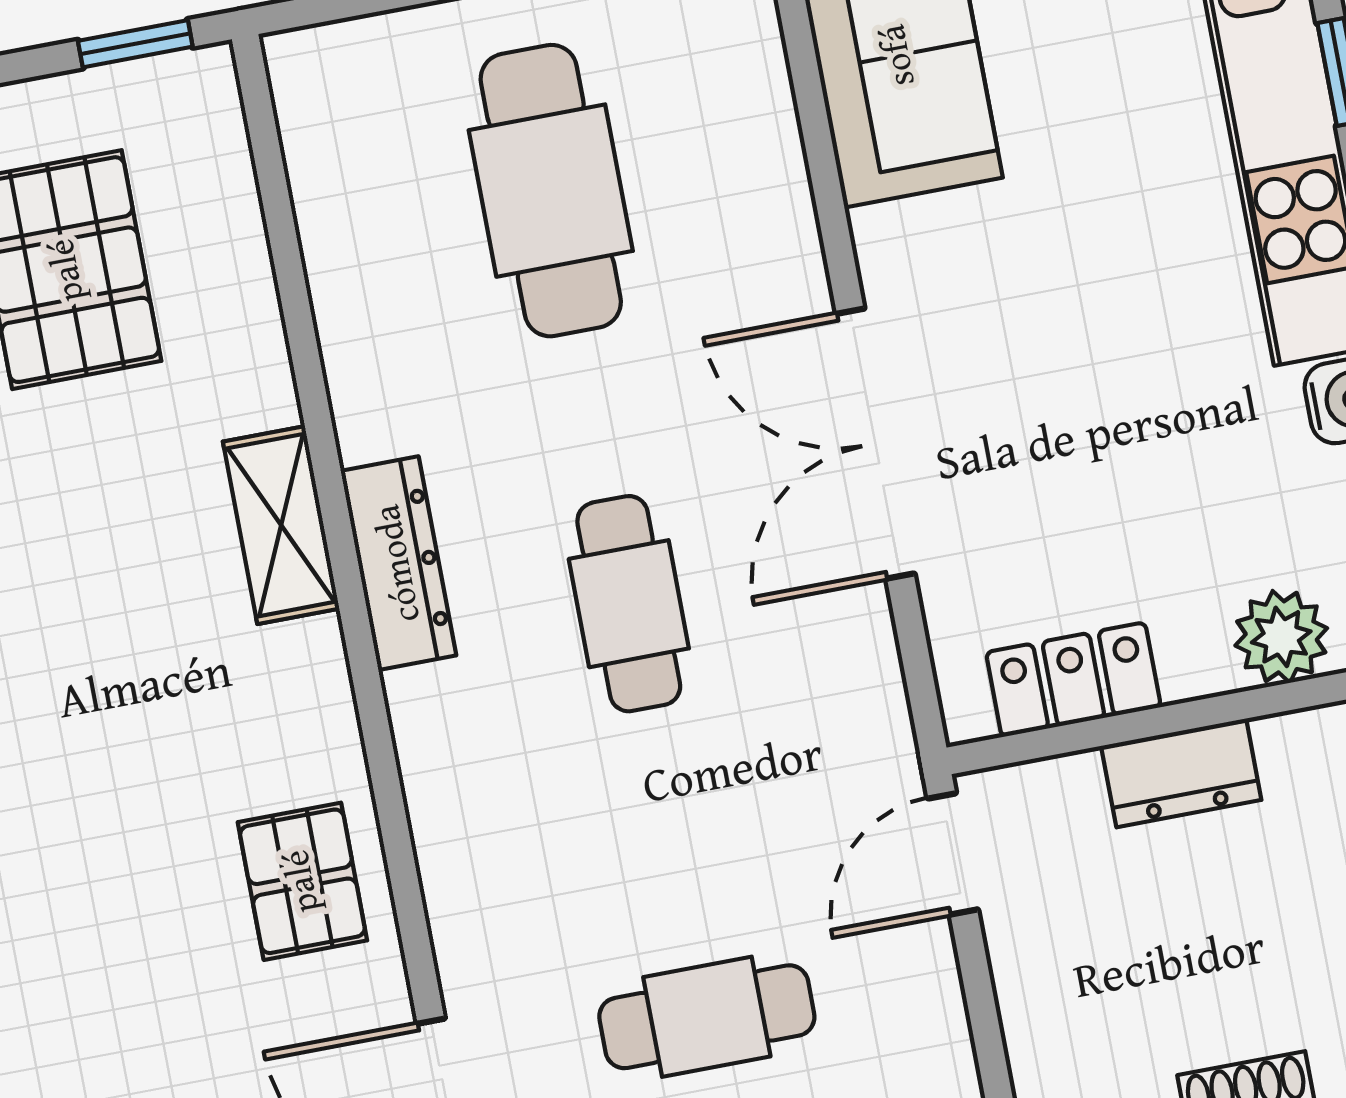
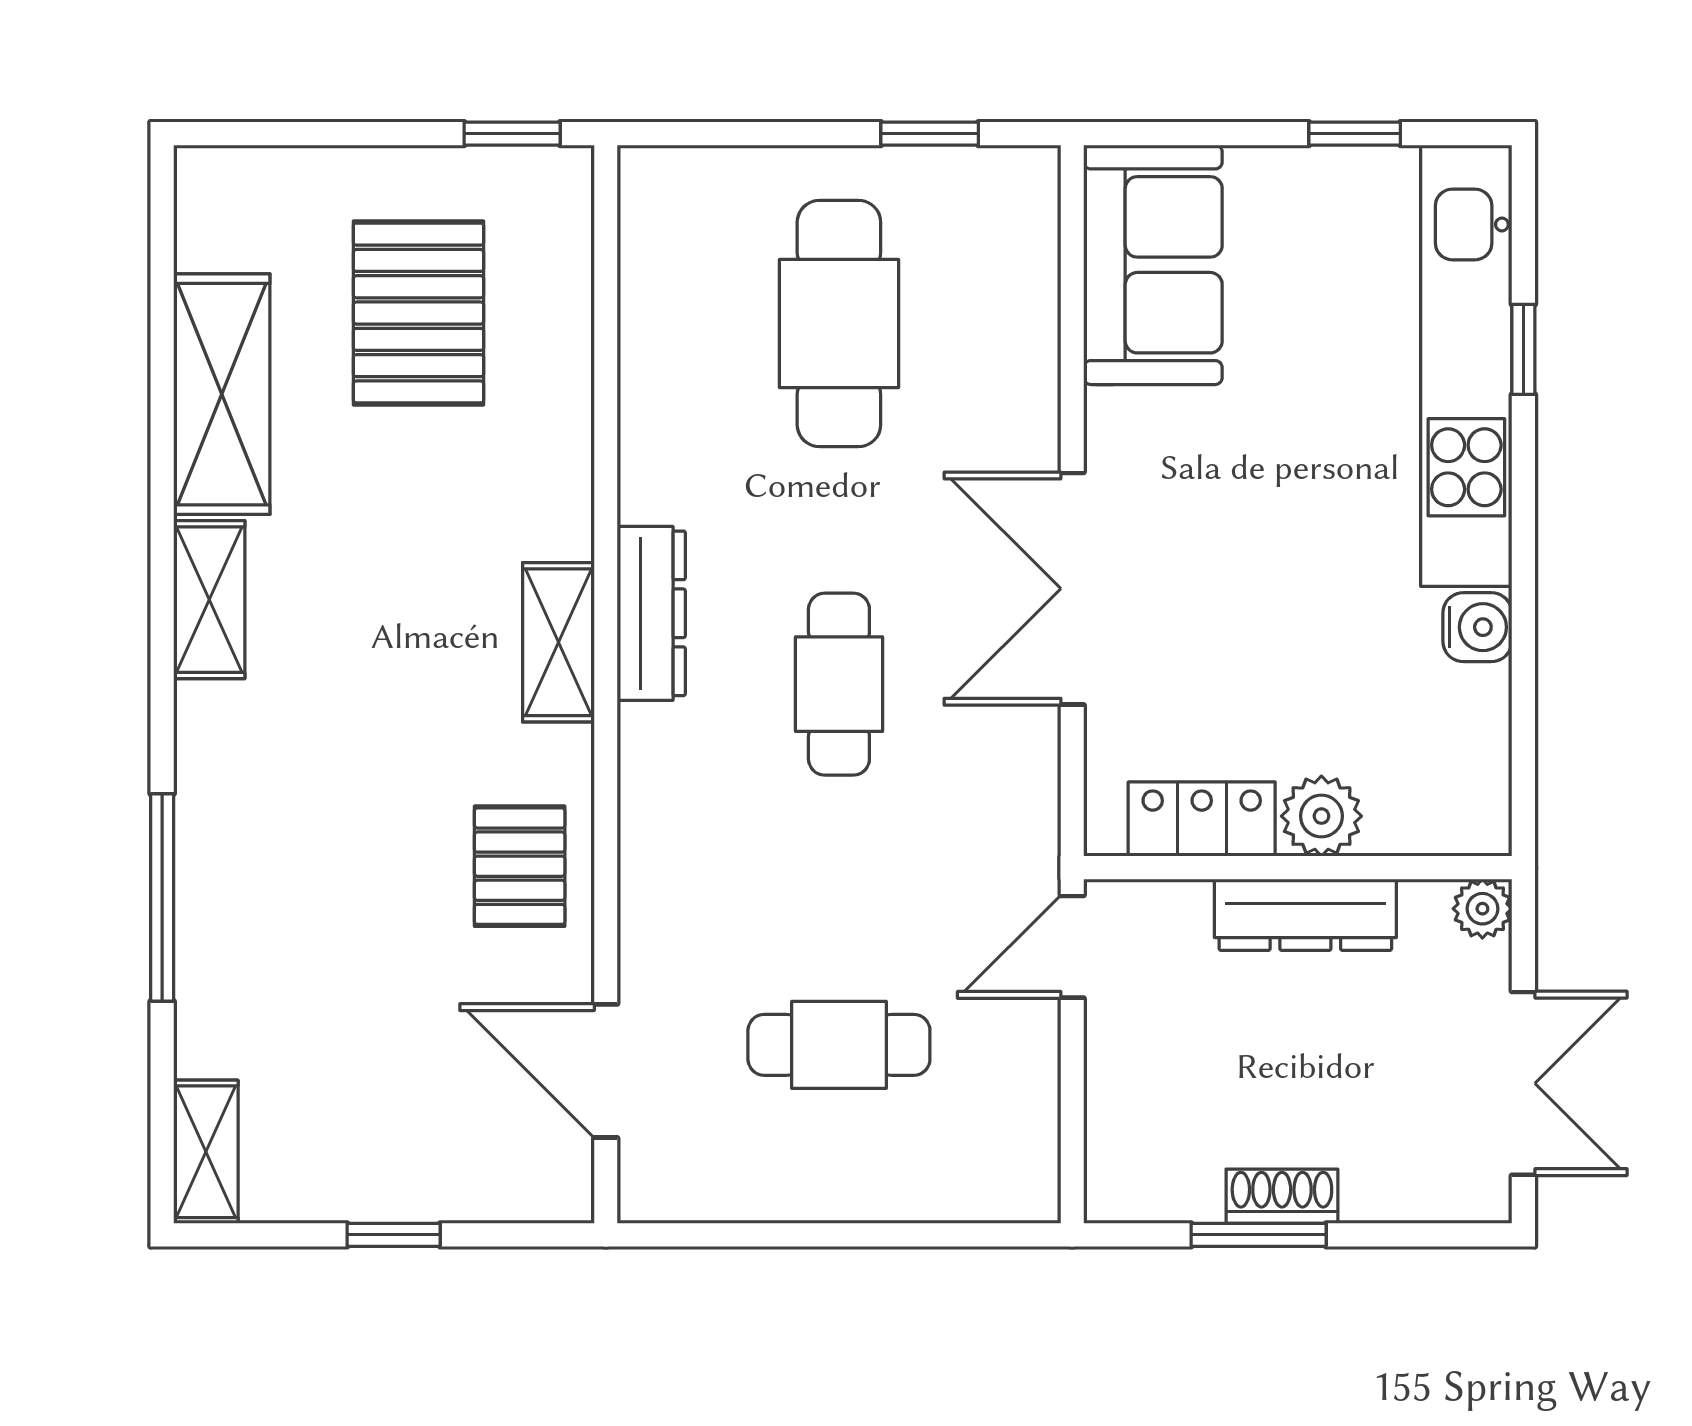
shelving: (281, 525) -> (558, 642), moved
plant: (1281, 637) -> (1321, 816), moved
dresser: (1181, 773) -> (1305, 915), width x1.44

